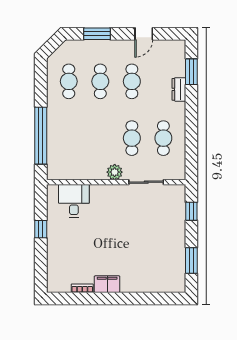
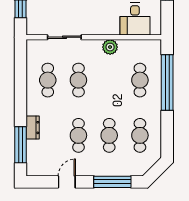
window: (97, 34) -> (112, 182), width x1.44
window: (191, 72) -> (20, 145), width x1.44
cafe table: (69, 138) -> (140, 80), added
plant: (115, 172) -> (110, 47), moved

